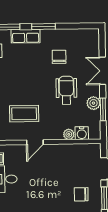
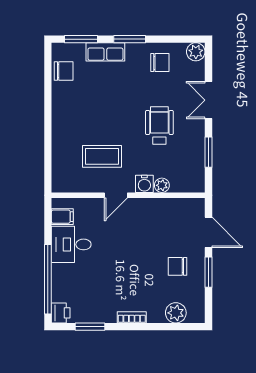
chair: (59, 57) -> (160, 63), moved, turned 90
plant: (93, 103) -> (196, 52), moved
water cooler: (82, 133) -> (144, 184), moved

